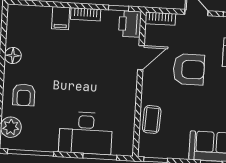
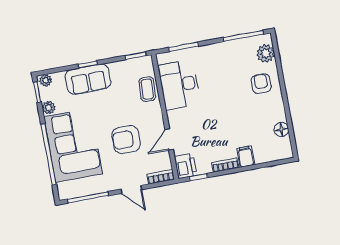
floor lamp: (13, 55) -> (281, 129), moved
desk: (86, 133) -> (179, 85), moved, turned -90

